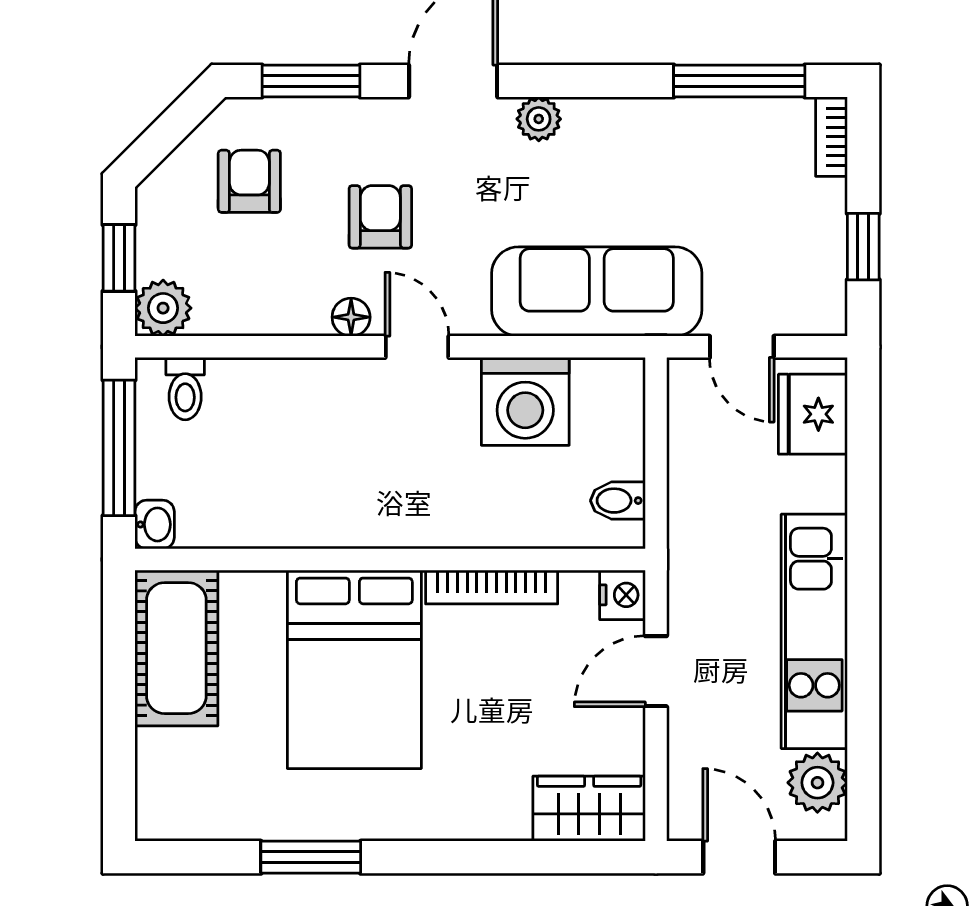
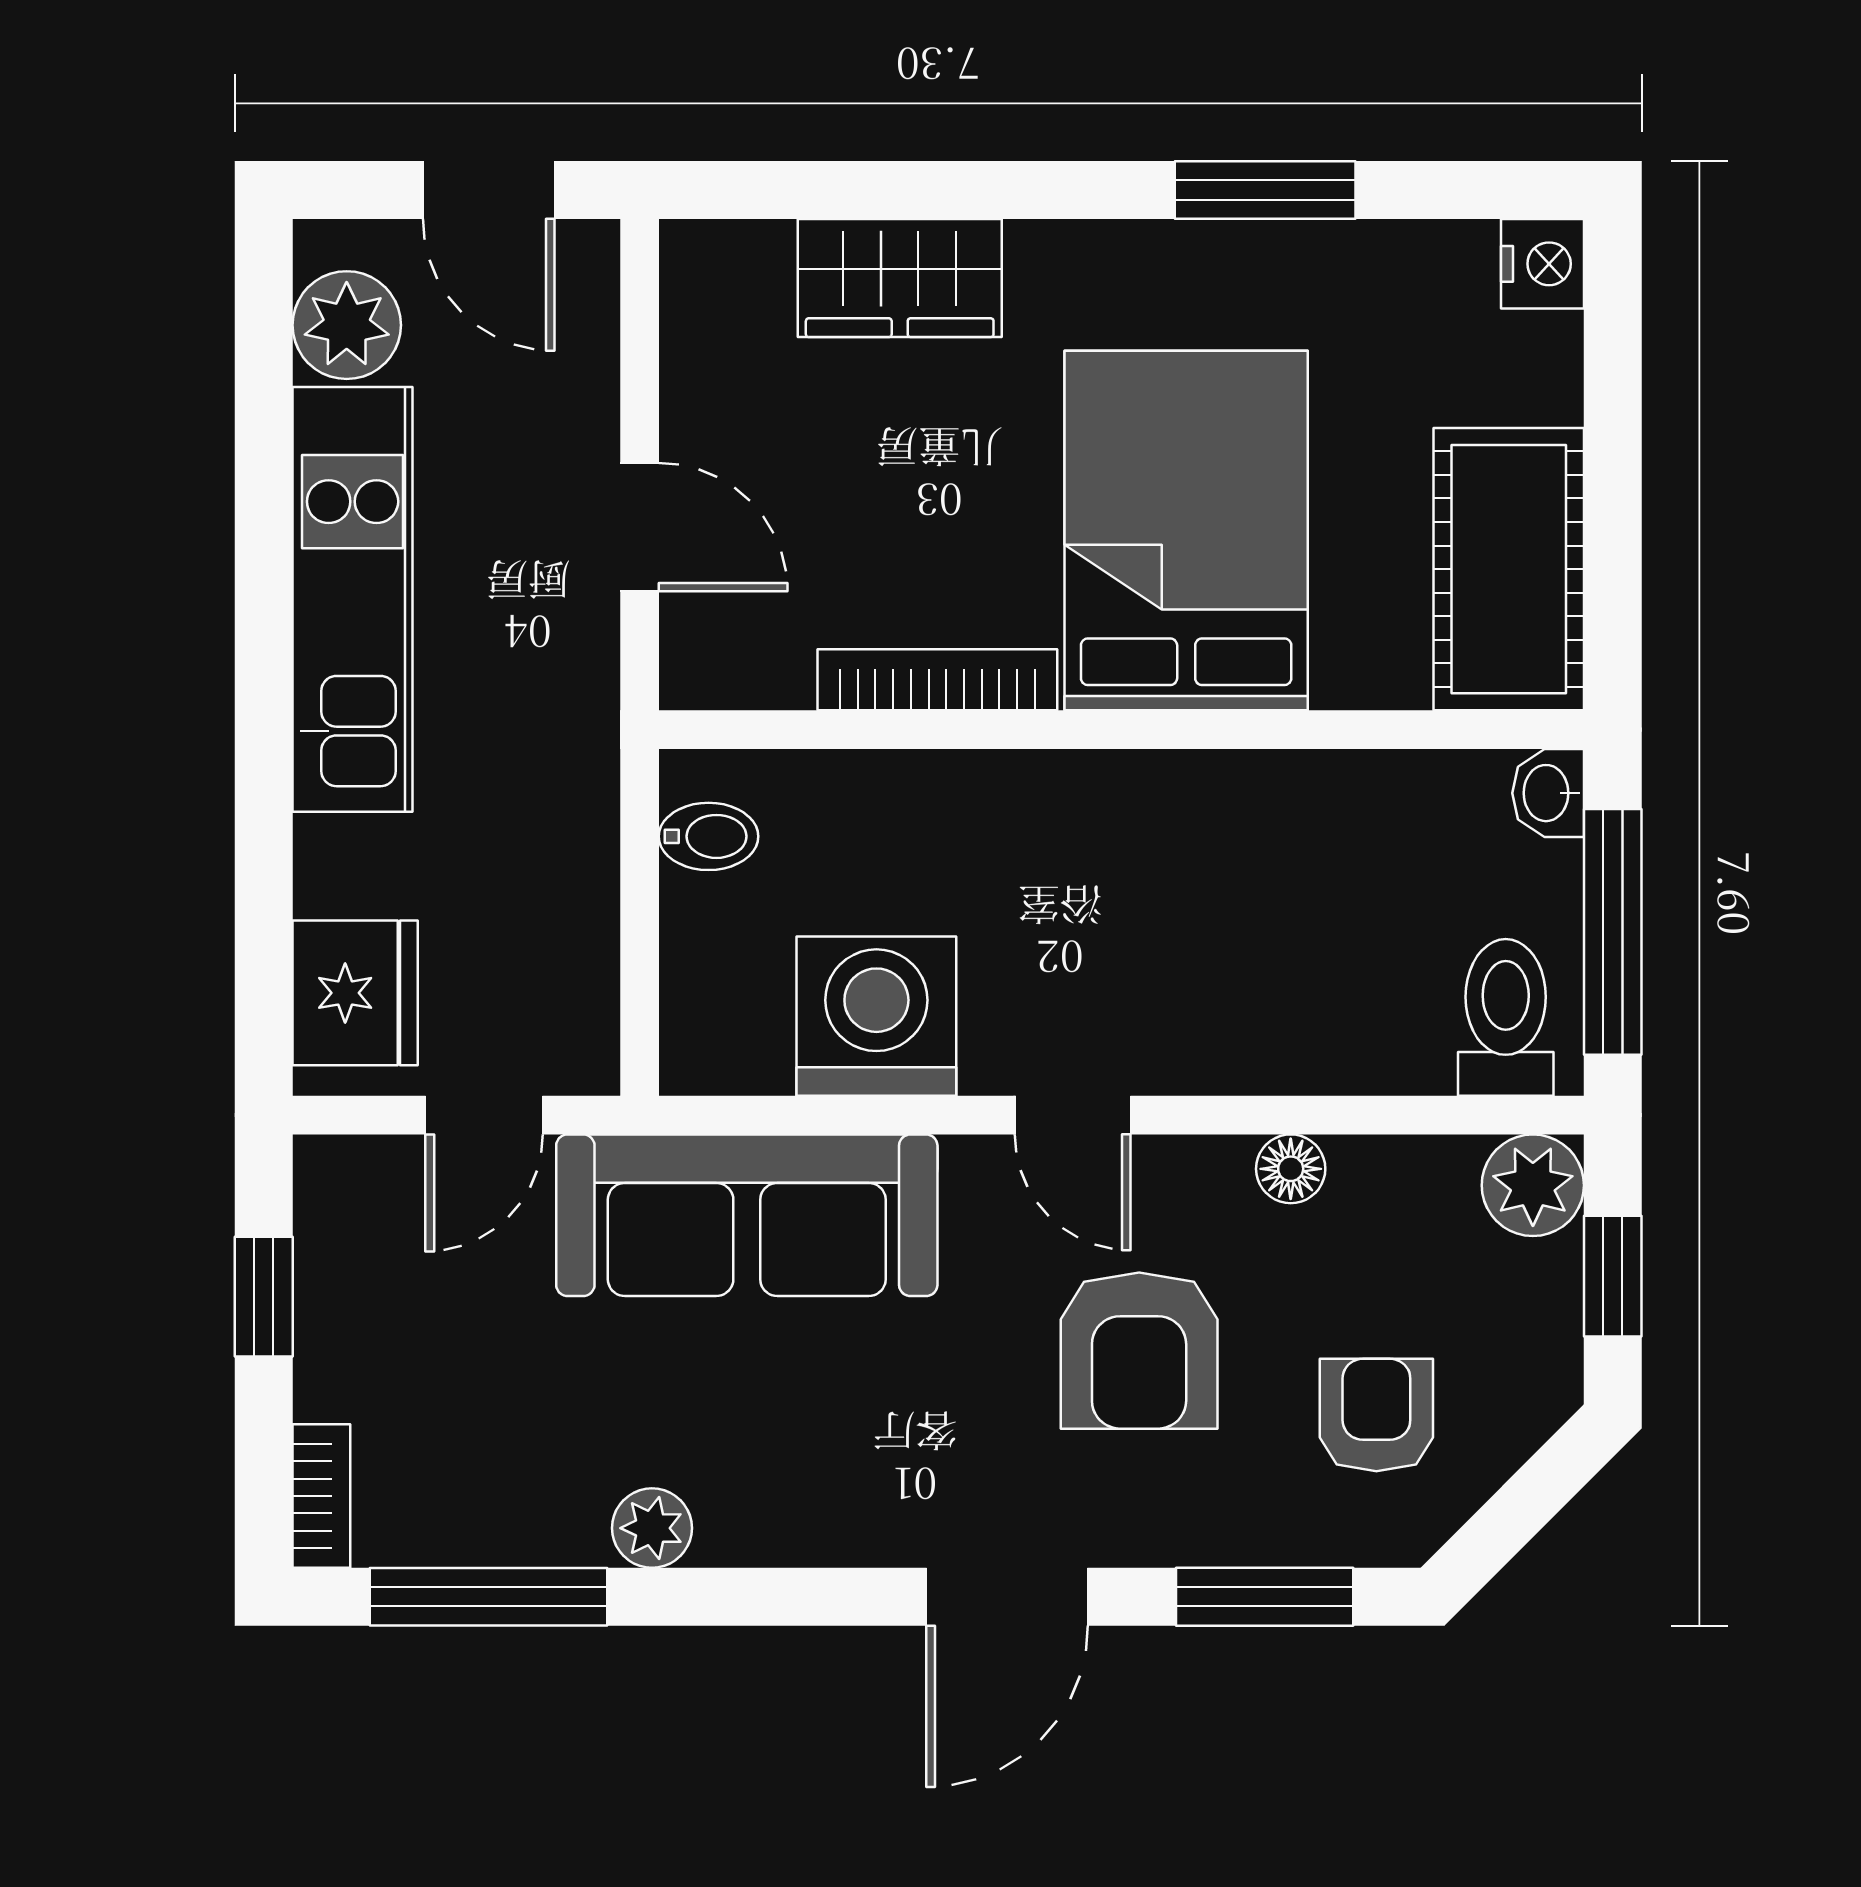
plant: (539, 119) -> (652, 1528), moved
armchair: (249, 181) -> (1376, 1415), turned 180
armchair: (380, 217) -> (1139, 1351), width x1.38, depth x1.38
floor lamp: (351, 317) -> (1291, 1169), moved
door: (742, 347) -> (484, 1115), swing flipped
toilet: (185, 389) -> (1506, 1017), width x1.37, depth x1.39
nightstand: (623, 595) -> (1542, 264), moved, turned 180
door: (656, 671) -> (640, 527), hinge flipped
wardrobe: (589, 809) -> (900, 278), moved

